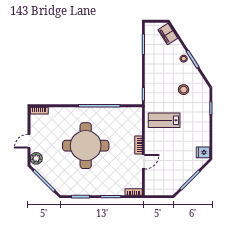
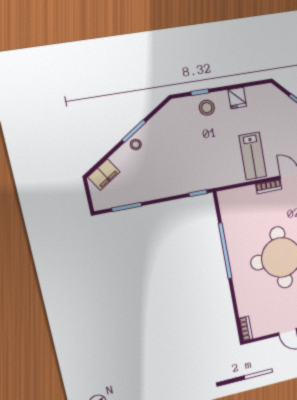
stool: (184, 90) -> (207, 108), moved
lab bench: (164, 120) -> (253, 156), moved
fridge: (203, 152) -> (237, 98), moved

